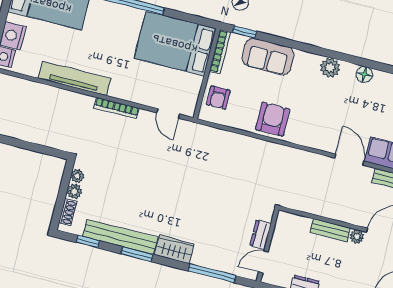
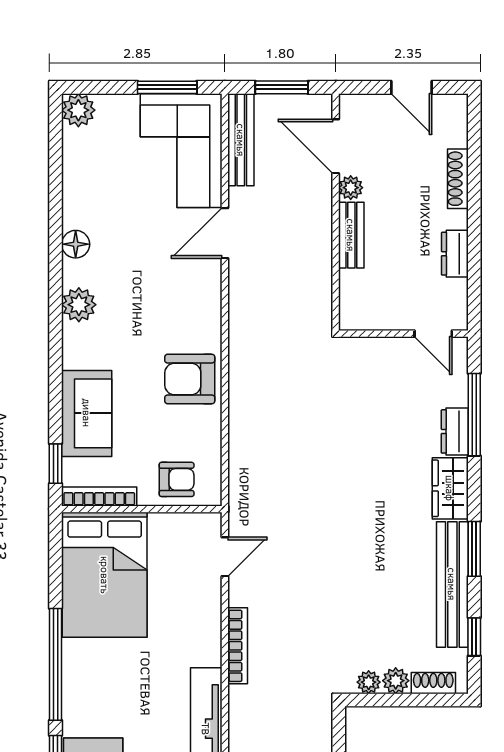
dresser: (261, 235) -> (455, 431), moved, turned 90

